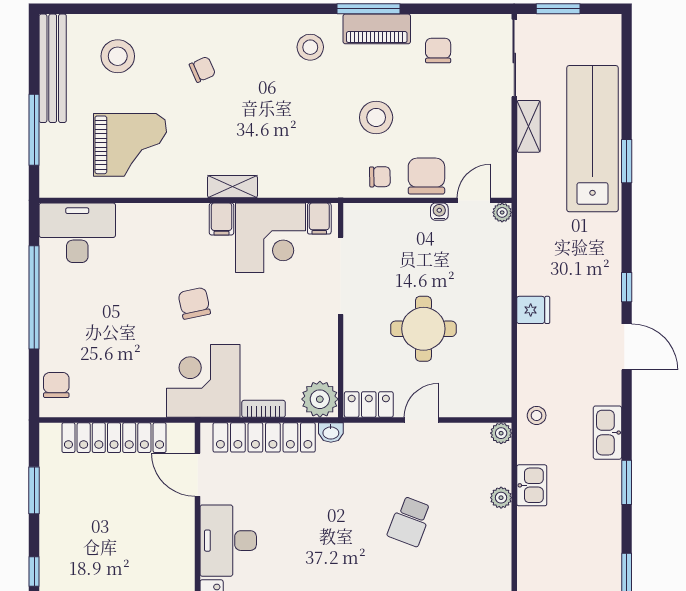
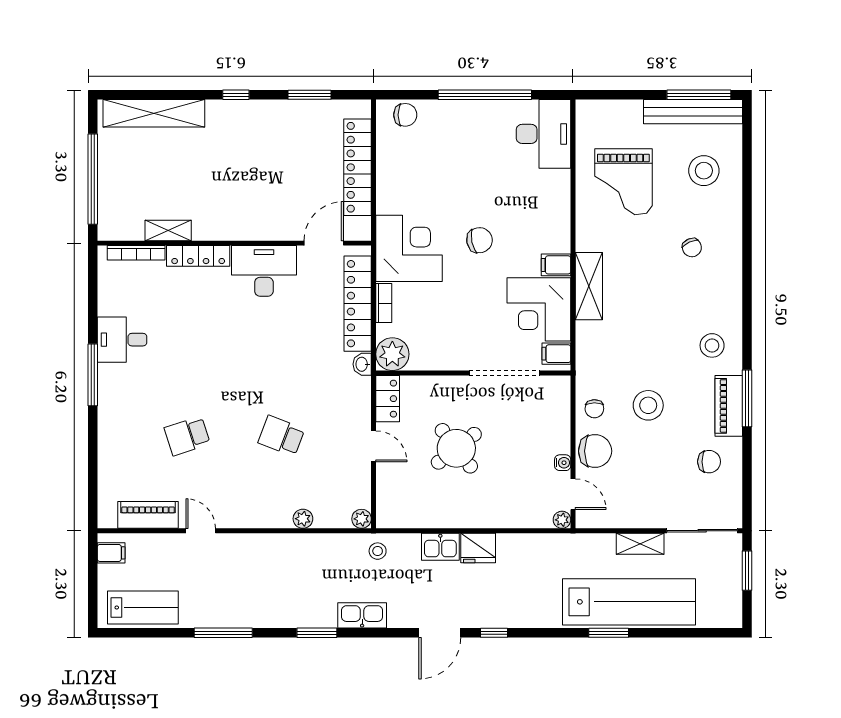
window: (34, 130) -> (699, 95), moved
shelving: (232, 187) -> (589, 286), width x1.50, depth x1.33
fridge: (533, 310) -> (478, 548), width x1.38
round table: (423, 329) -> (456, 448), turned -38
kitchen sink: (532, 485) -> (440, 547), moved

